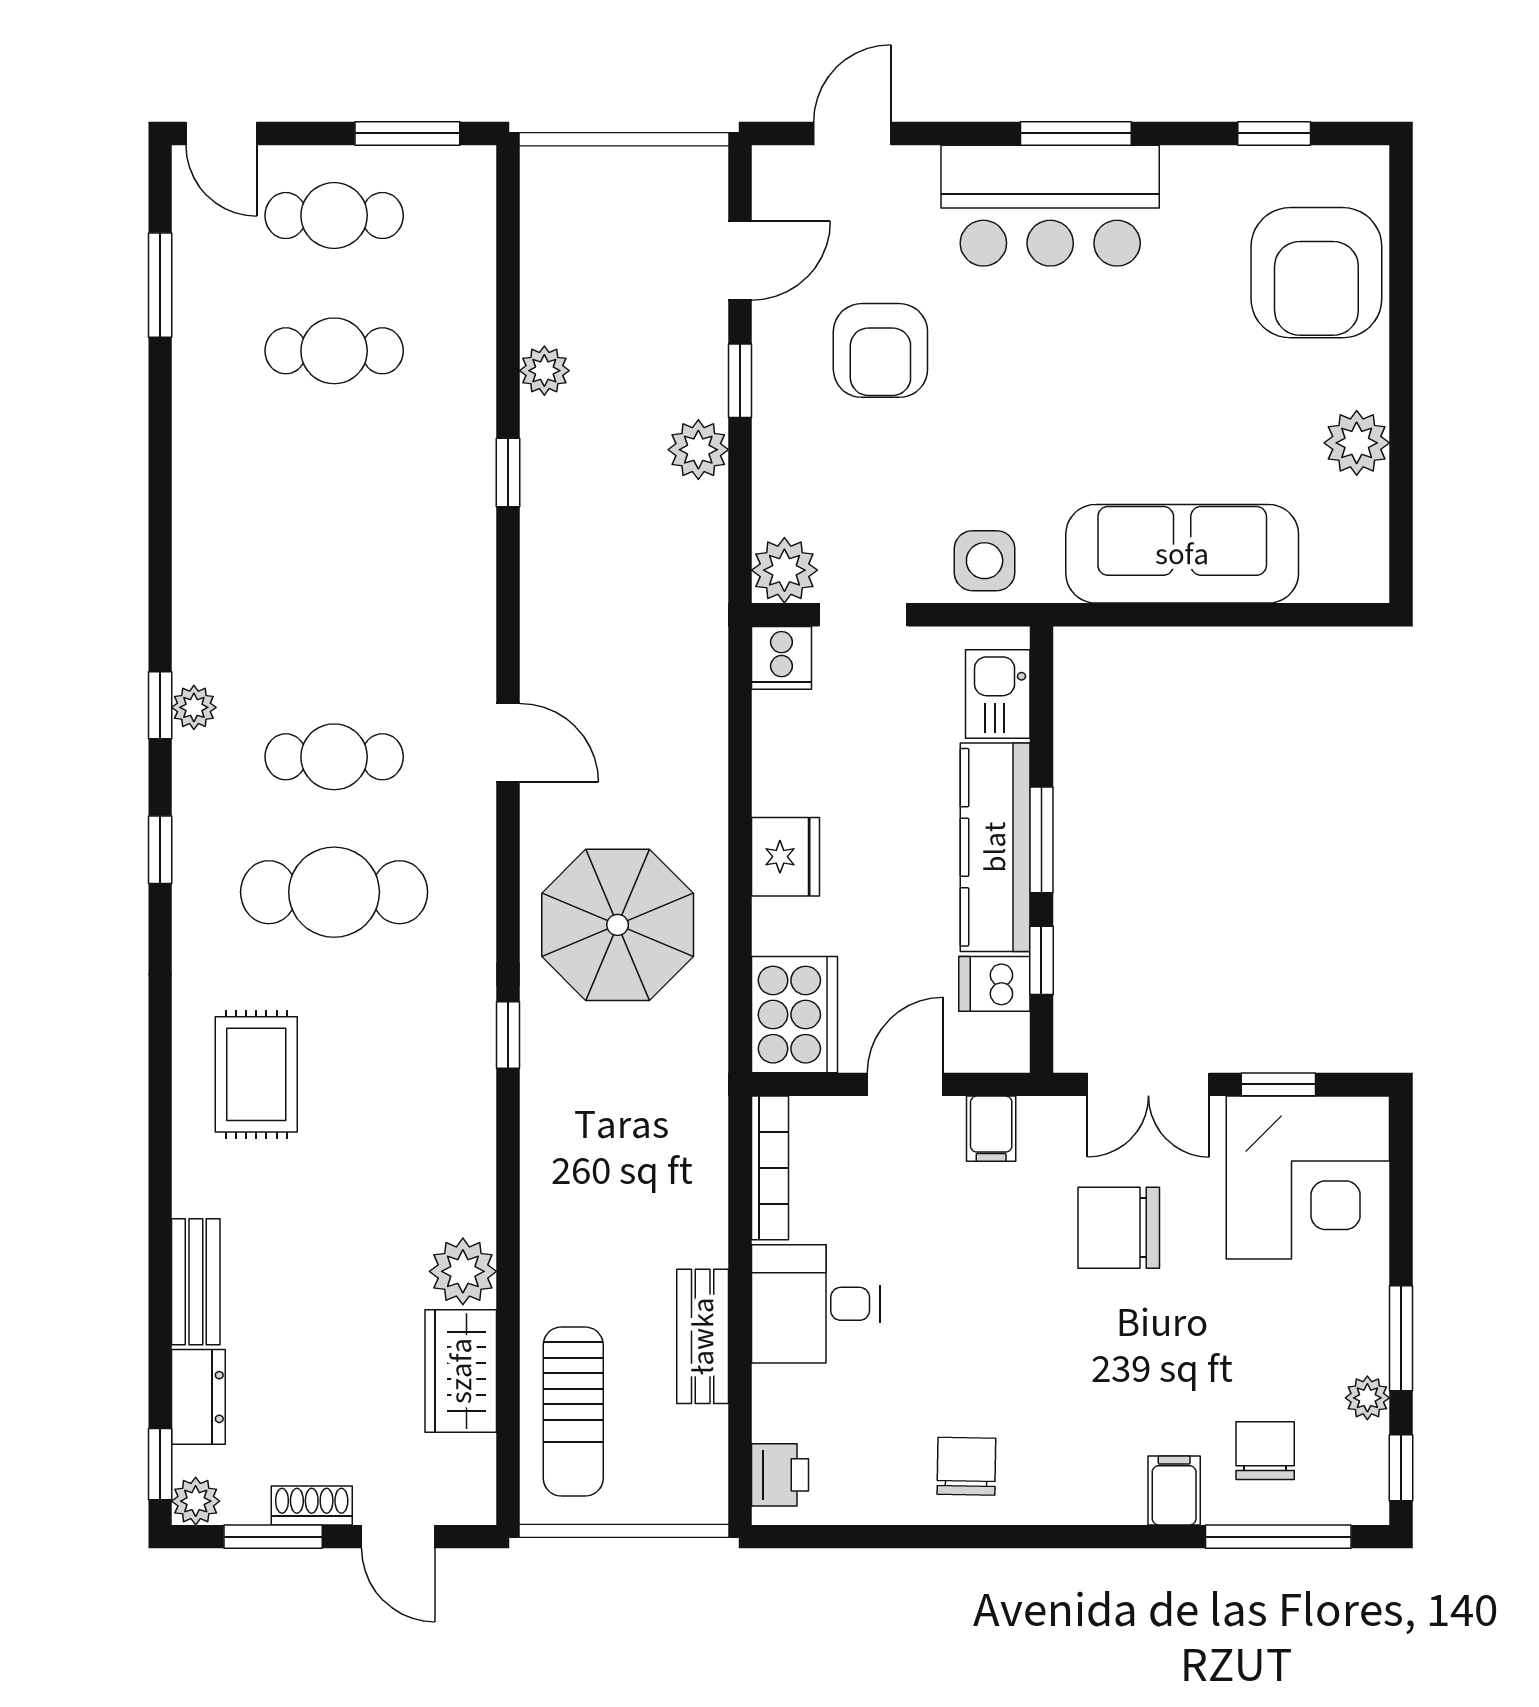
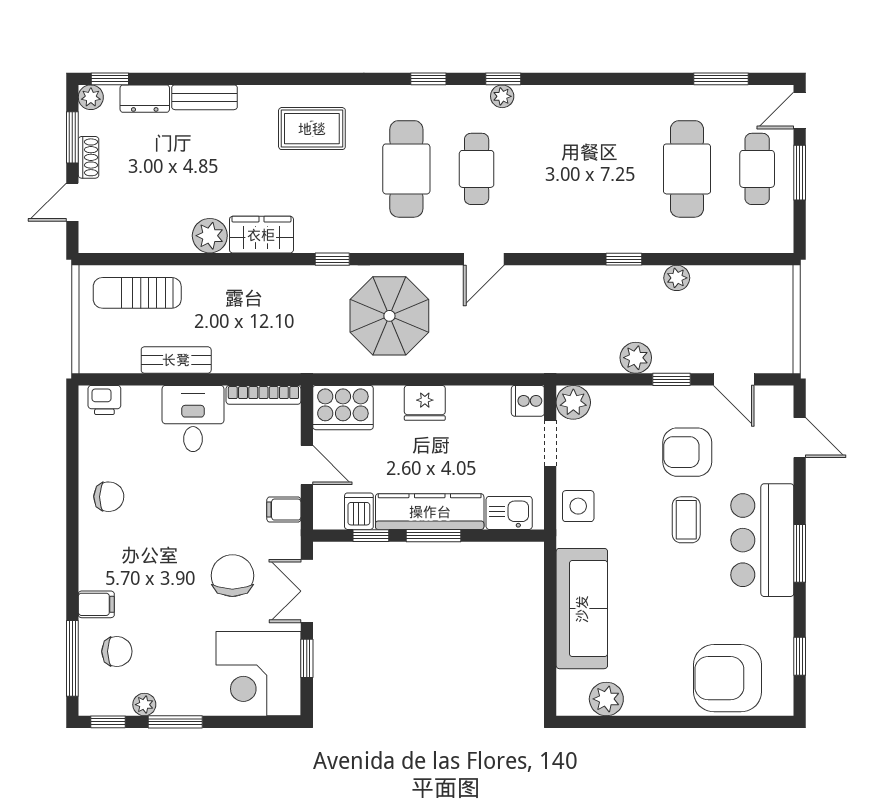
window: (407, 133) -> (800, 173), moved
cafe table: (334, 351) -> (687, 169), width x1.37, depth x1.35
coffee table: (1011, 352) -> (686, 520), added
plant: (1357, 443) -> (606, 699), moved
wardrobe: (461, 1371) -> (261, 235), moved

